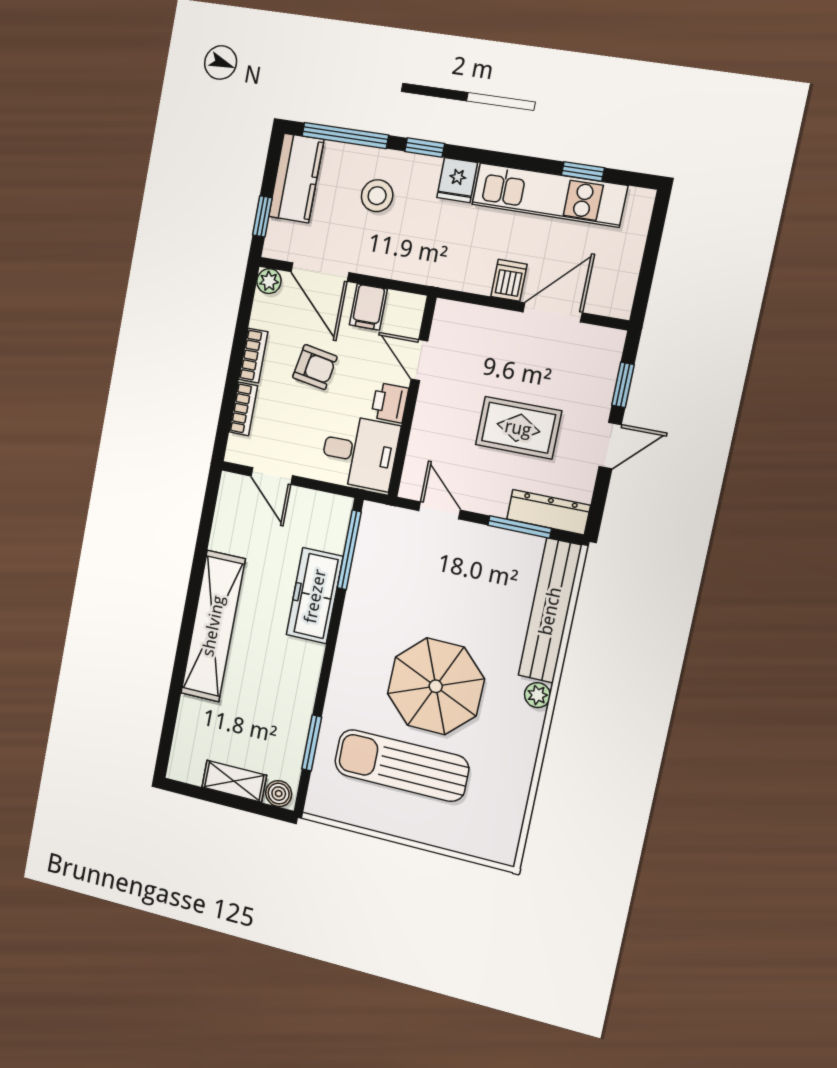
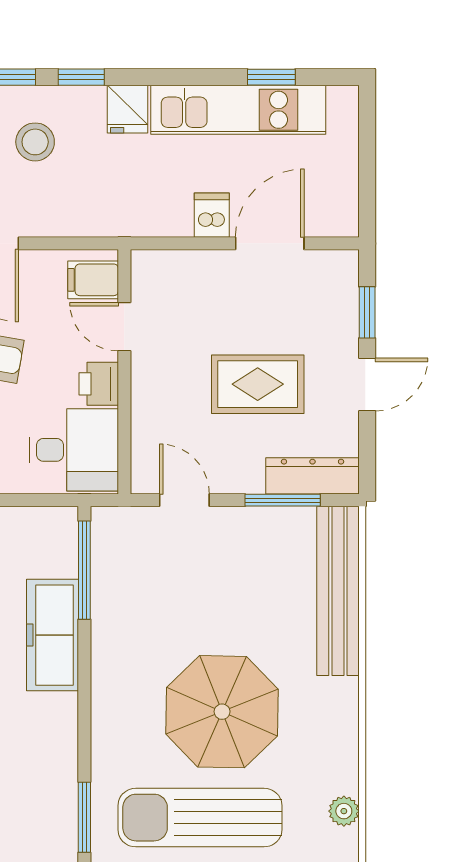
filing cabinet: (368, 307) -> (93, 280), moved, turned 90
plant: (537, 695) -> (344, 811), moved

